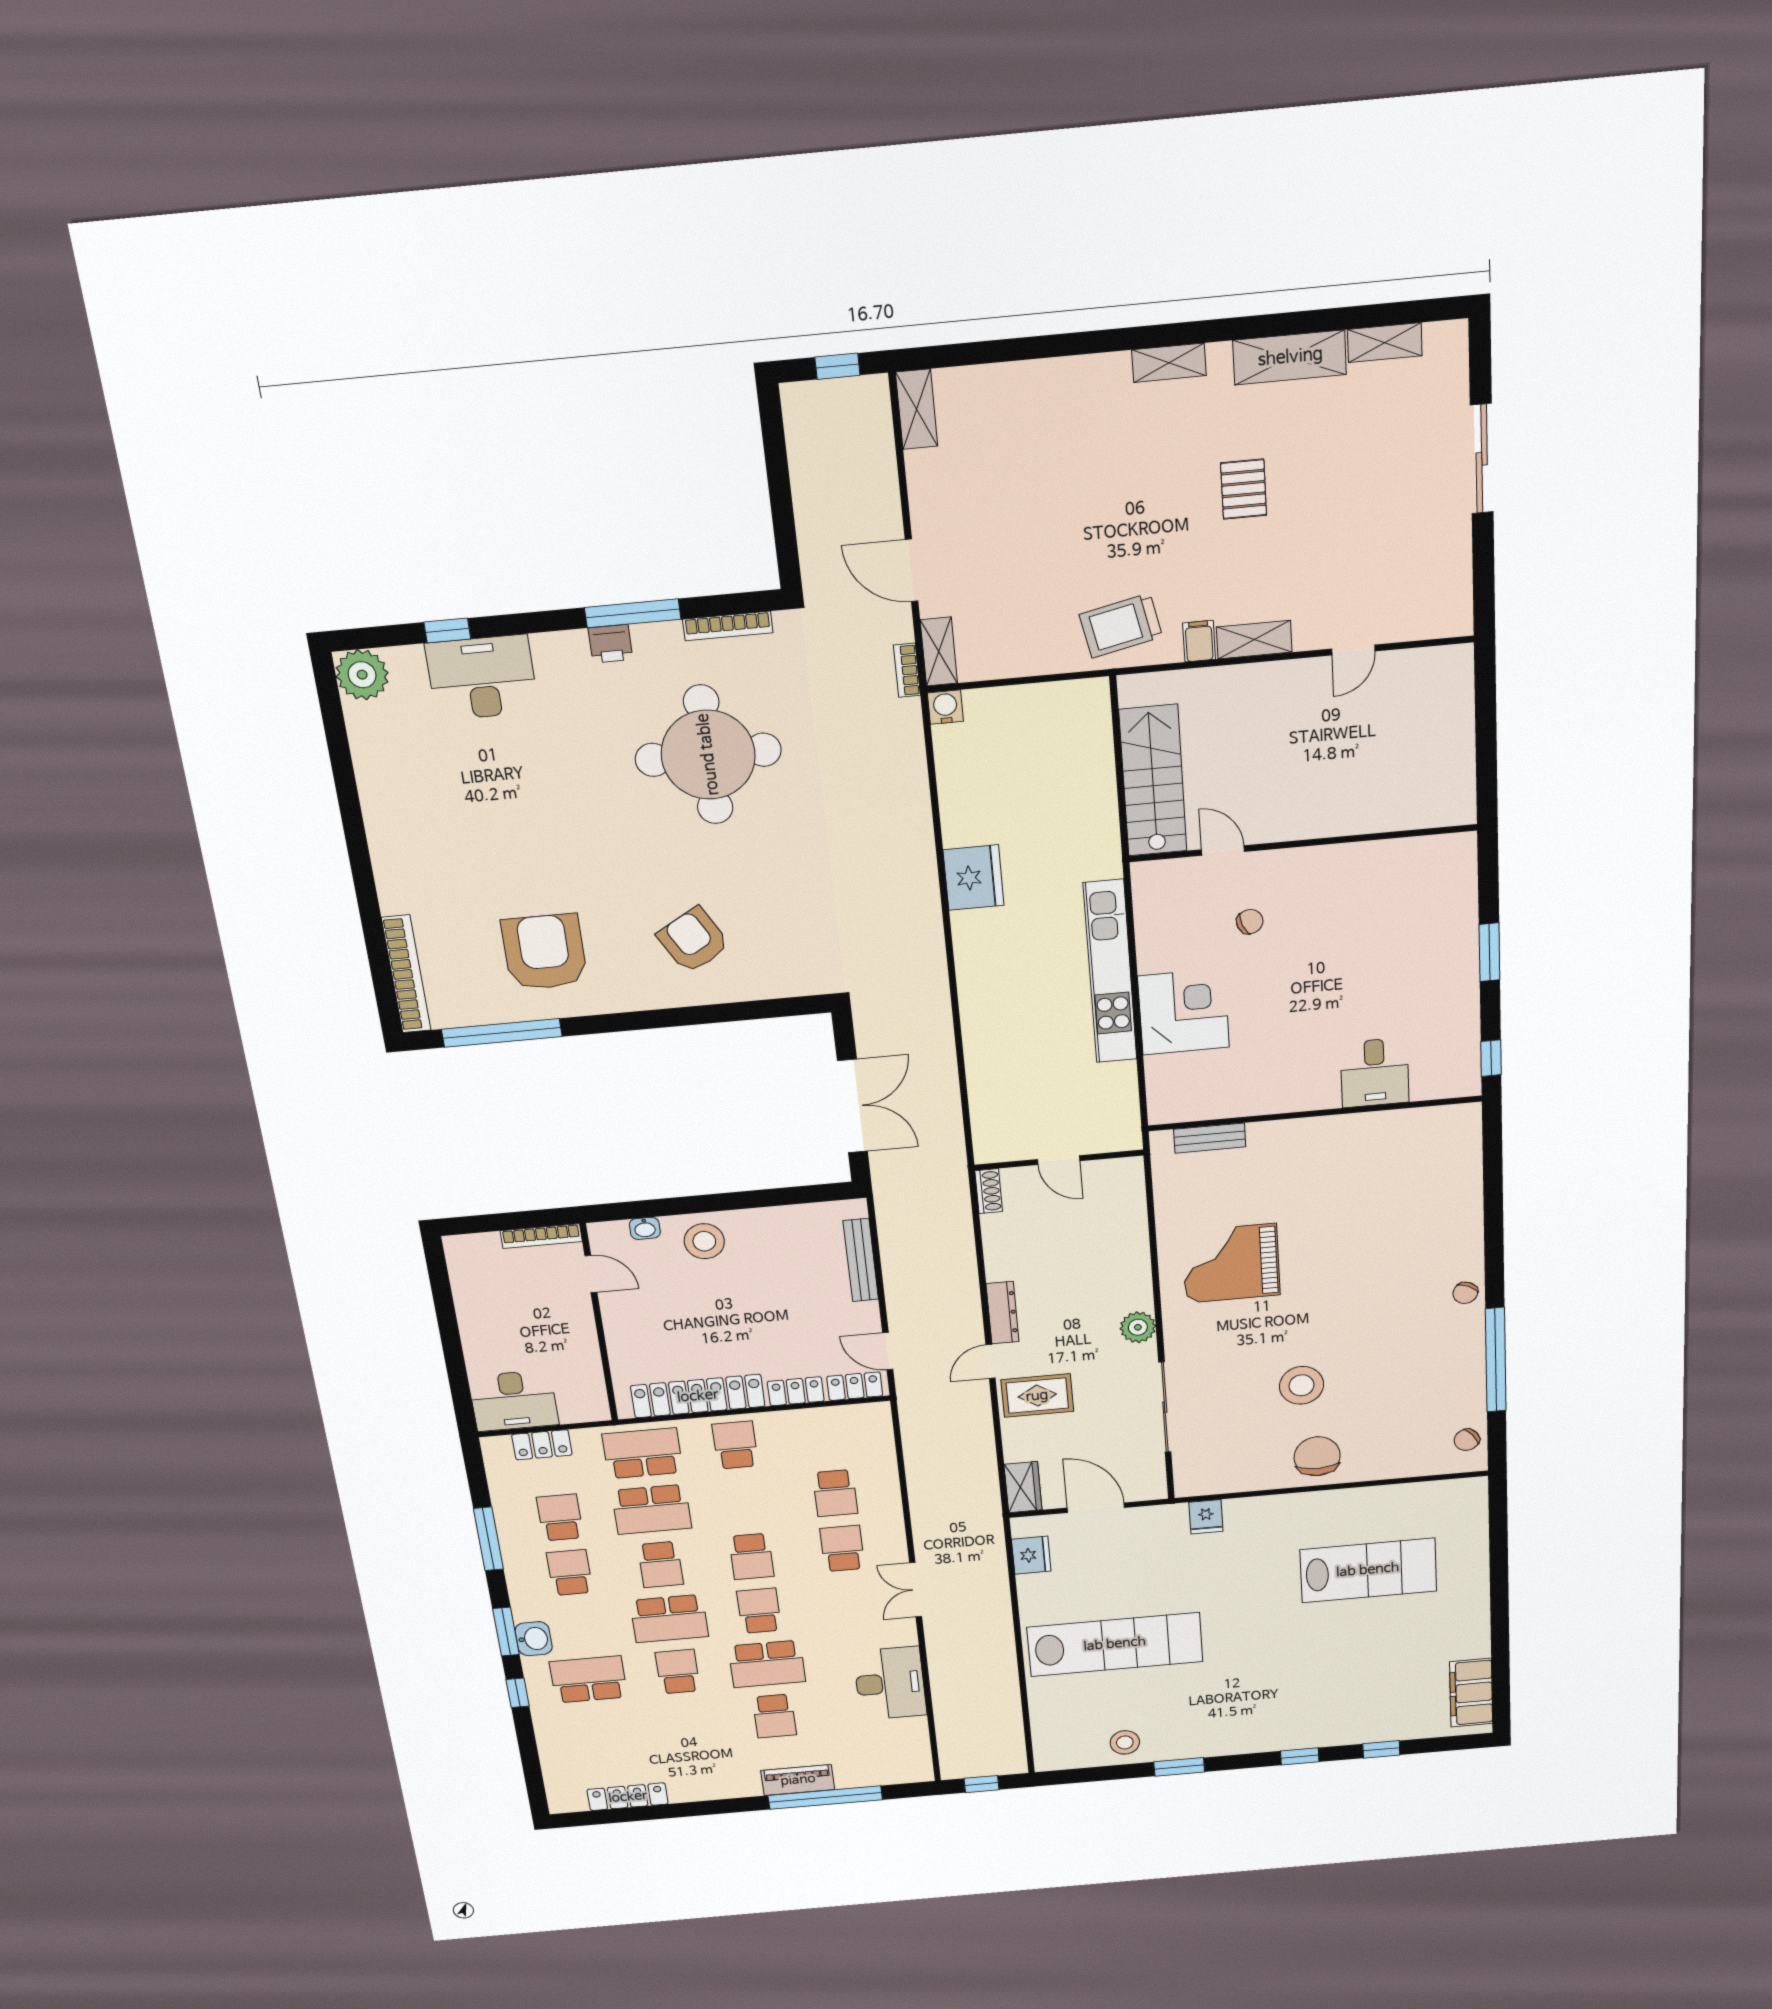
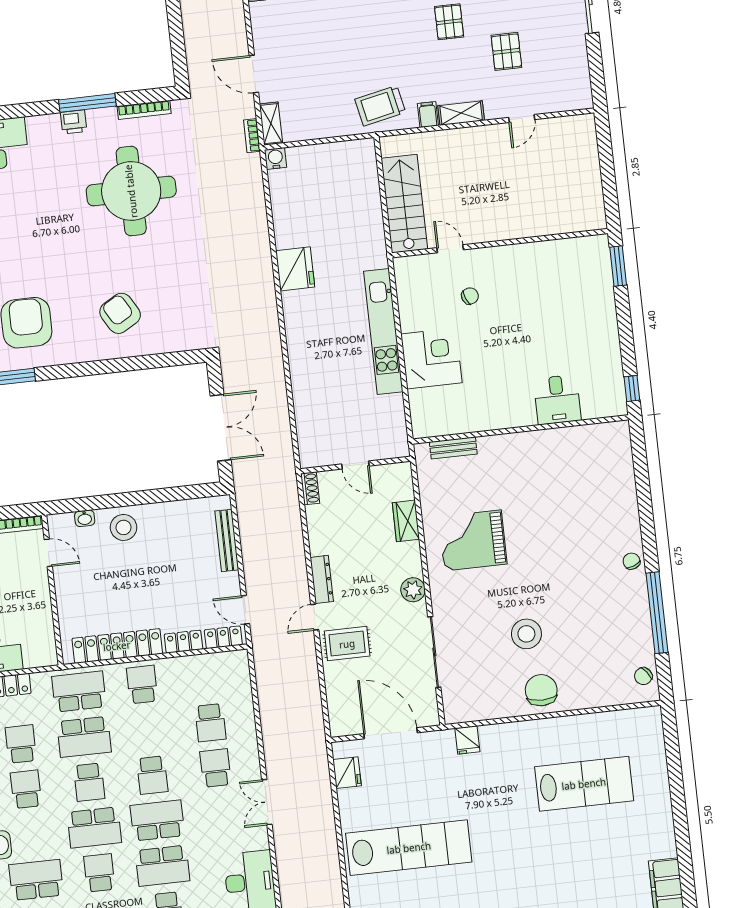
pallet: (1337, 540) -> (506, 51), added
window: (1489, 952) -> (618, 266), moved
chair: (1465, 1293) -> (631, 561), turned 133
wardrobe: (1023, 1487) -> (406, 521), moved, turned 180
door: (1096, 1508) -> (391, 733), width x1.36
school desk: (759, 1611) -> (157, 820), width x1.85

